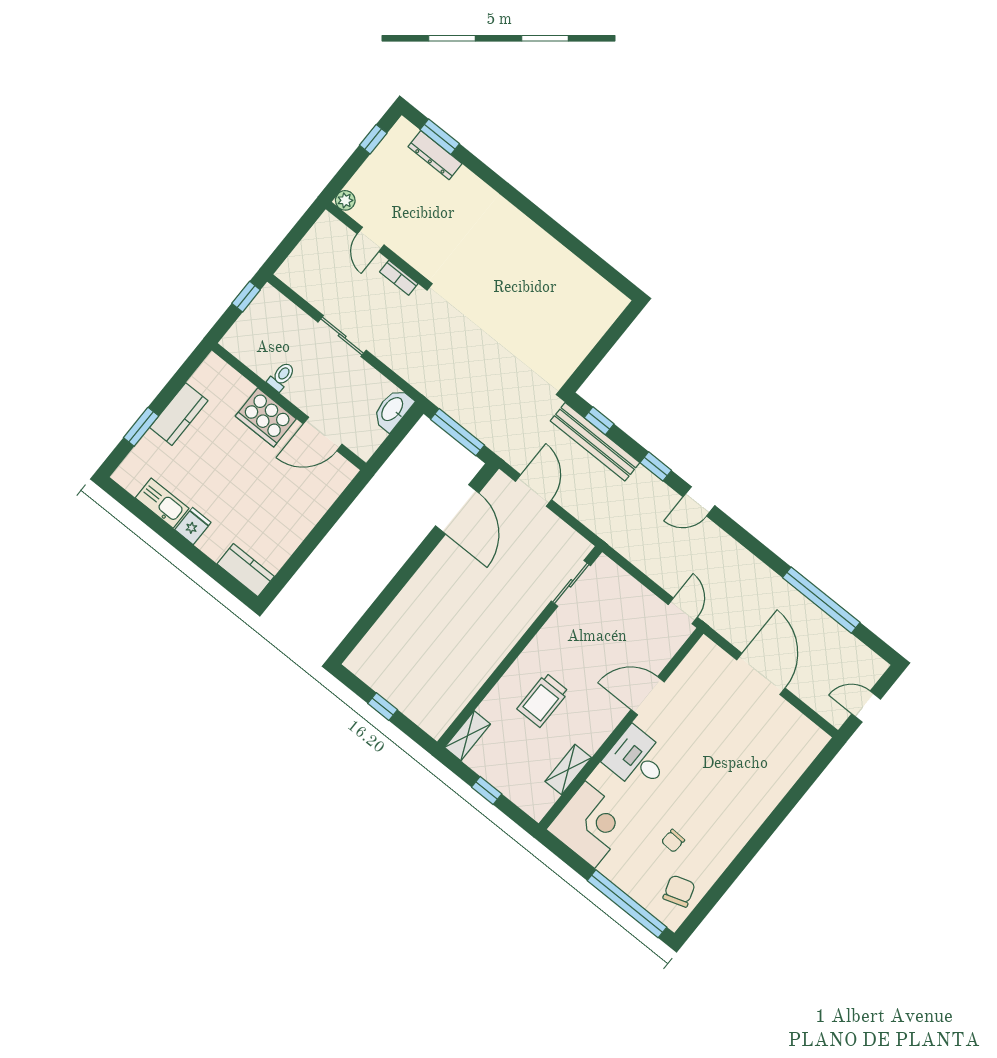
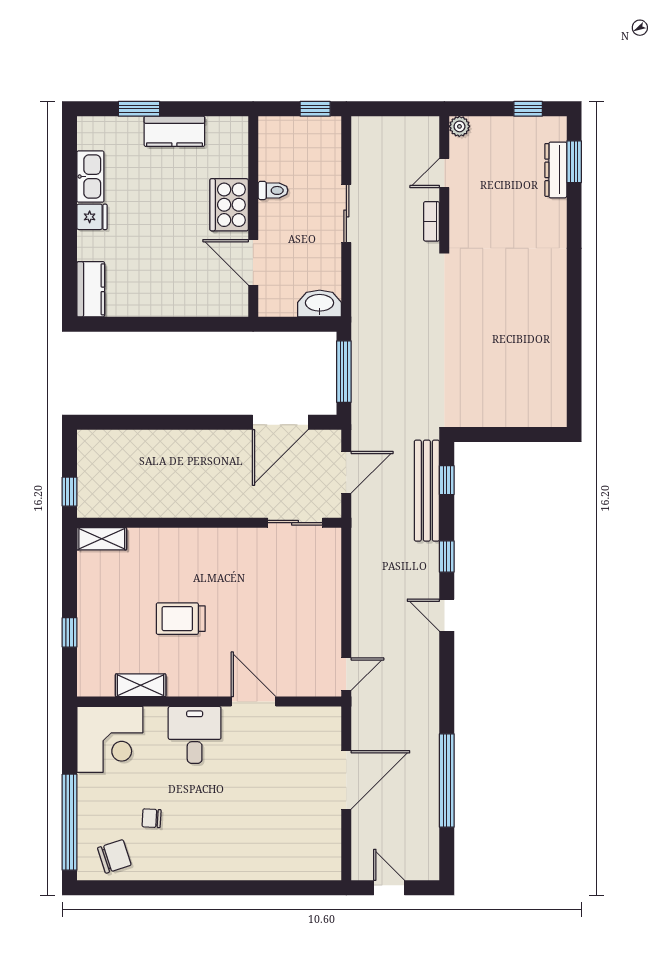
sliding door: (571, 583) -> (295, 523), moved
wall: (520, 647) -> (209, 523), moved
shelving: (468, 736) -> (102, 539), moved

